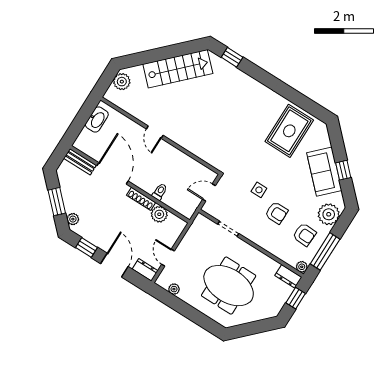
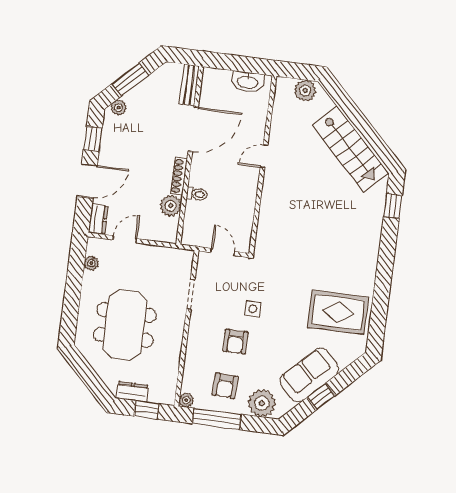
dresser: (288, 276) -> (132, 392), moved, turned 90

